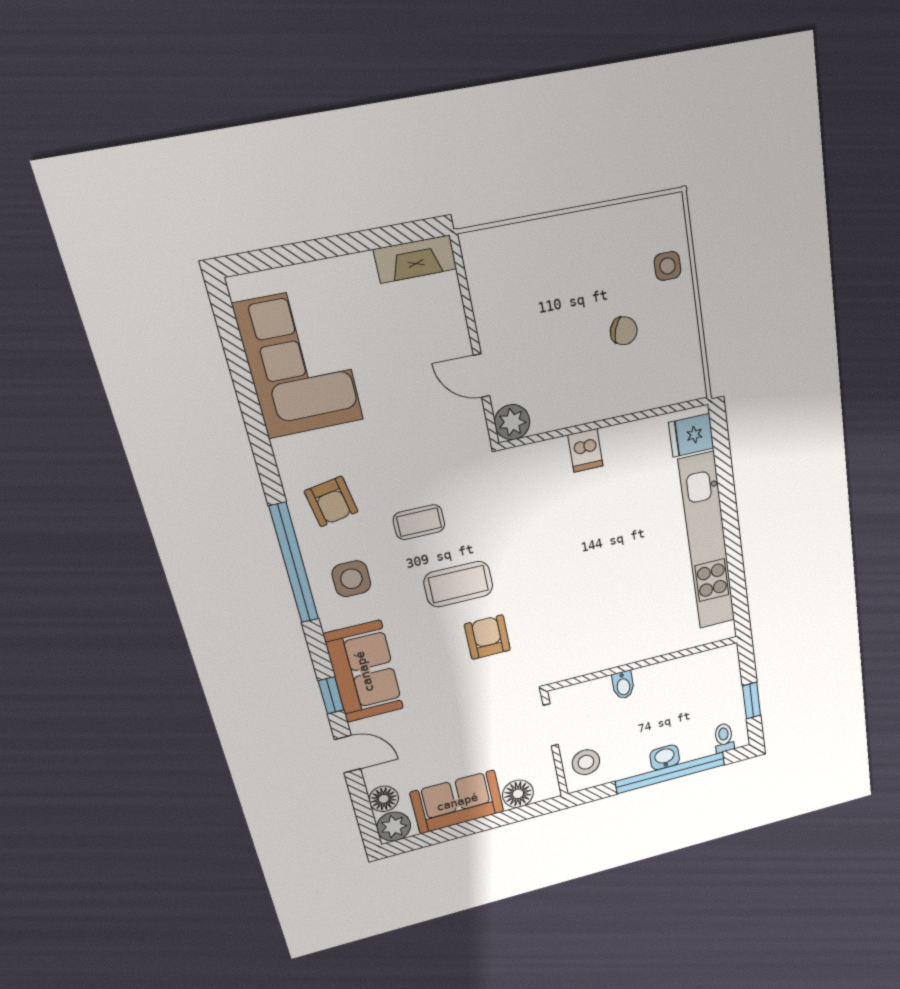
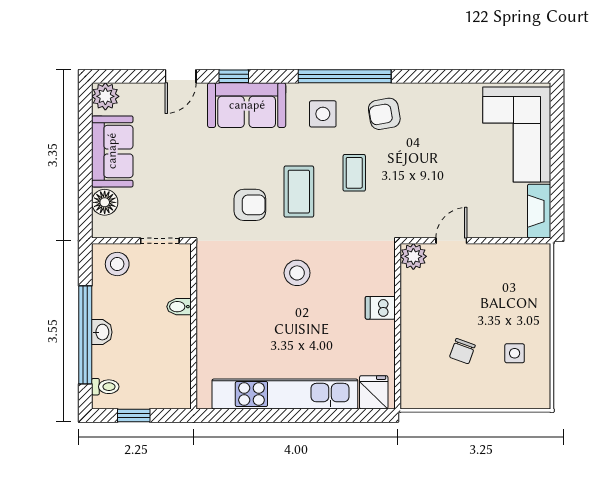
side table: (668, 266) -> (515, 353), moved
corner sofa: (299, 363) -> (517, 134), moved, turned 90
stool: (560, 562) -> (297, 273), added
floor lamp: (384, 799) -> (133, 94), removed

